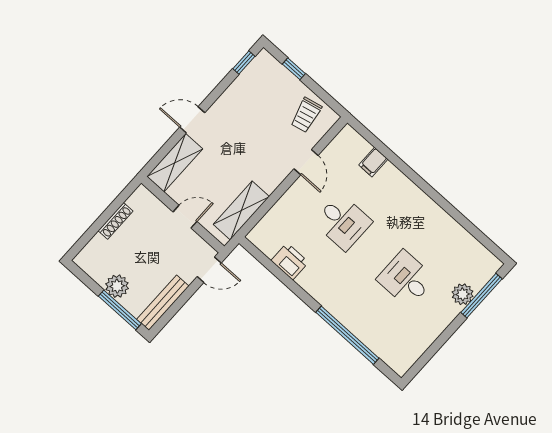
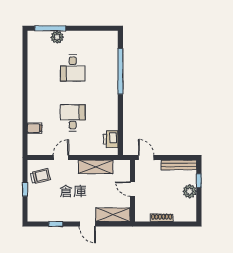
window: (244, 62) -> (56, 224), moved
window: (294, 69) -> (25, 189), moved
shelving: (241, 210) -> (96, 167), moved
printer: (290, 261) -> (111, 139), moved
window: (120, 310) -> (199, 181), width x0.46

